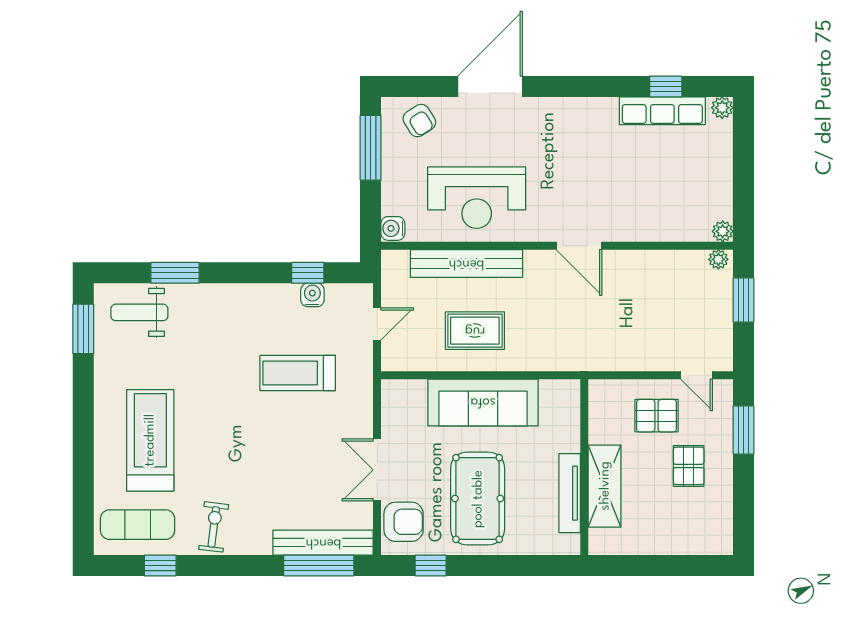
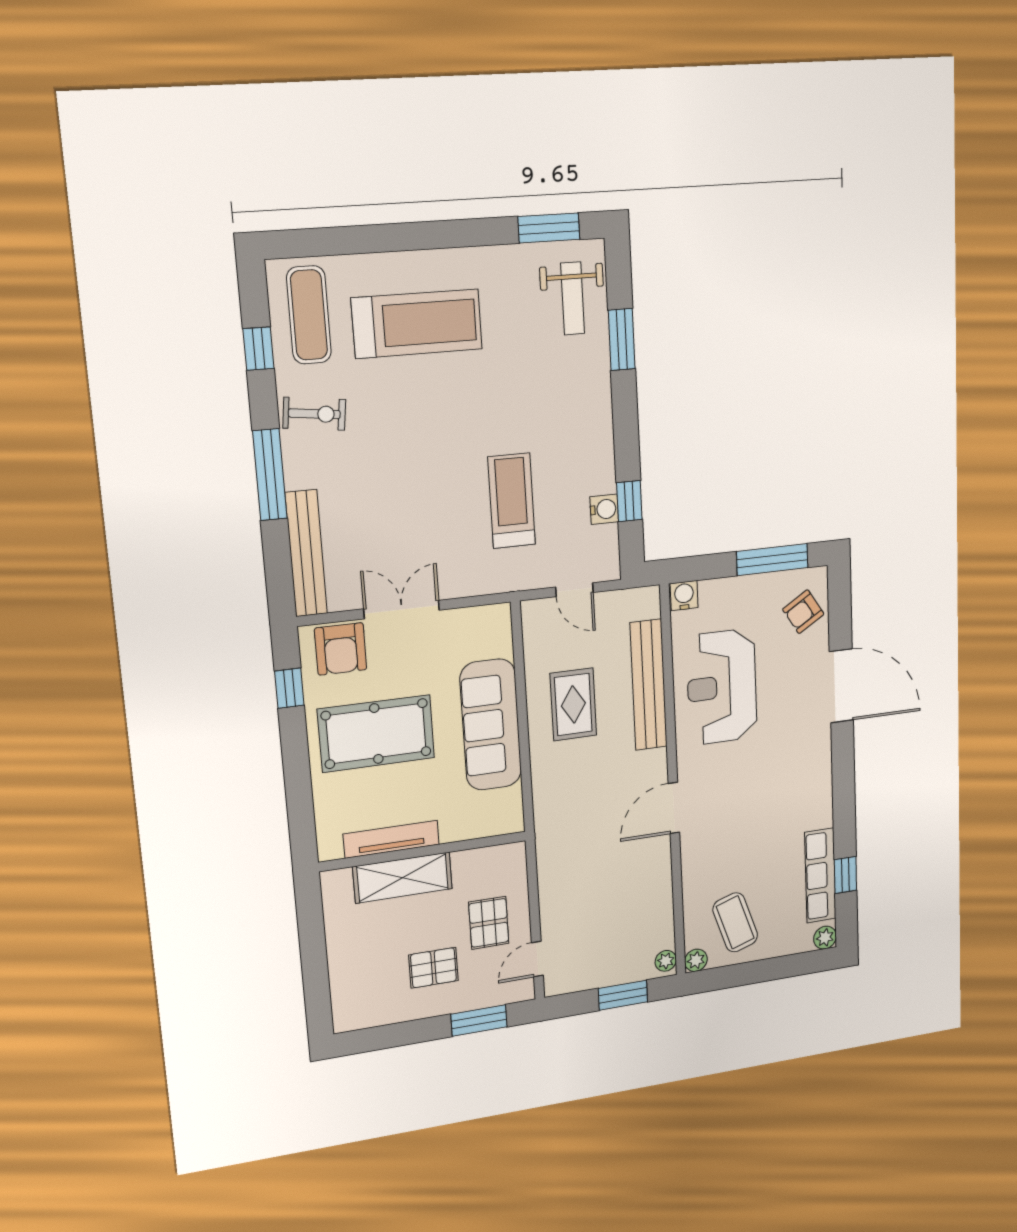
coffee table: (693, 193) -> (735, 922), added
weight bench: (139, 312) -> (573, 298), turned 180
window: (319, 565) -> (270, 475), moved

